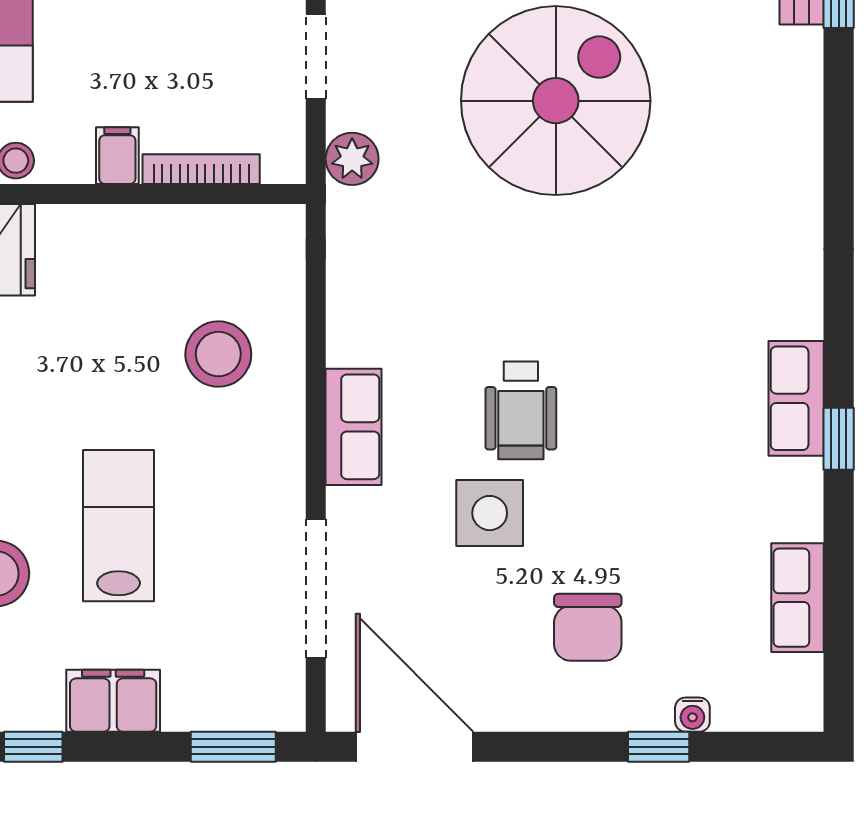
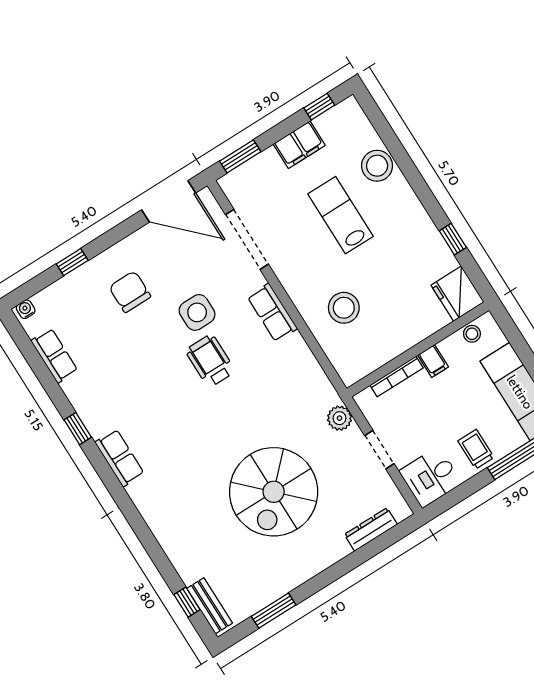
row of seats: (796, 398) -> (120, 458), moved
lab bench: (119, 526) -> (341, 215), turned 180
water cooler: (692, 715) -> (26, 309), moved

